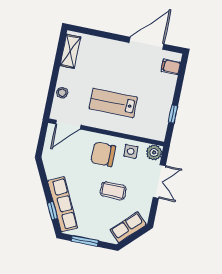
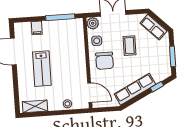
filing cabinet: (171, 67) -> (37, 28), moved
lab bench: (113, 103) -> (42, 69), moved
window: (173, 114) -> (60, 17), width x2.17
row of seats: (63, 204) -> (135, 89), moved

